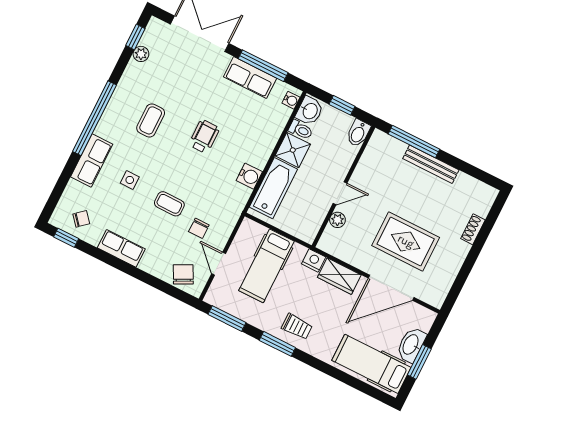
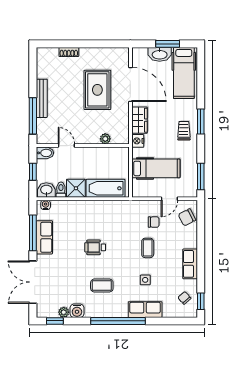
water cooler: (249, 176) -> (77, 311), moved, turned 180
door: (340, 193) -> (66, 146), moved
window: (277, 344) -> (201, 121), moved

